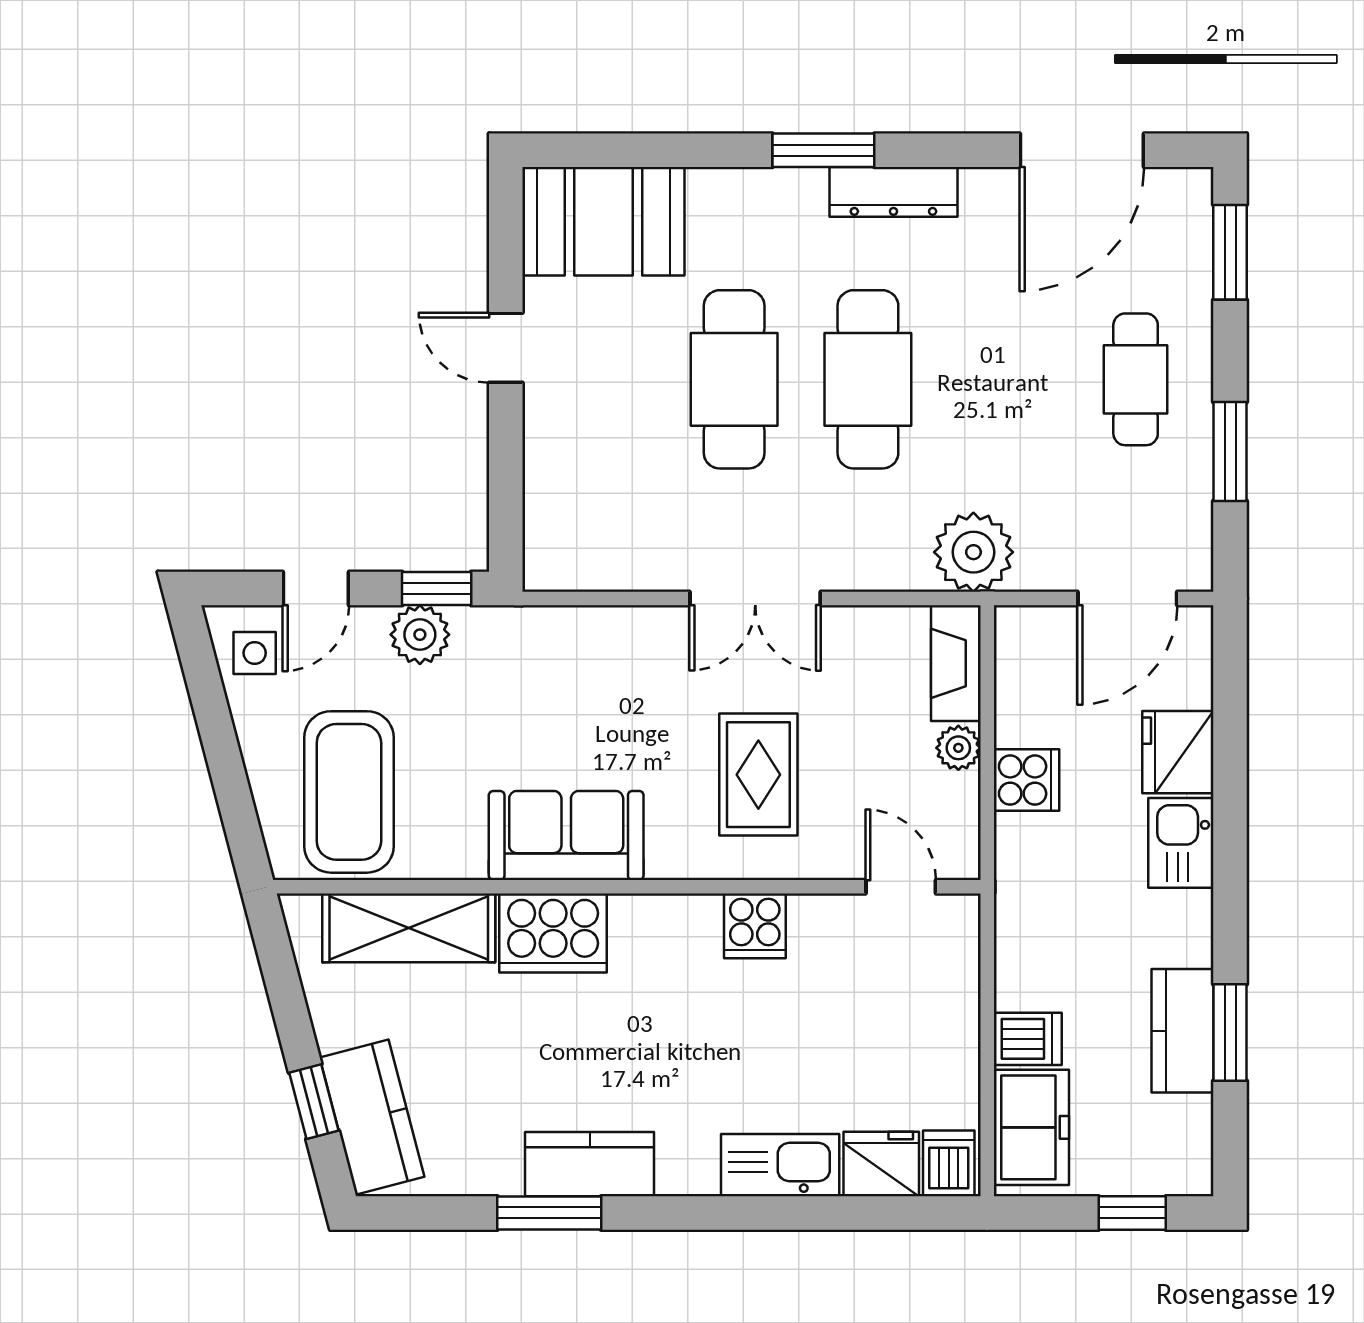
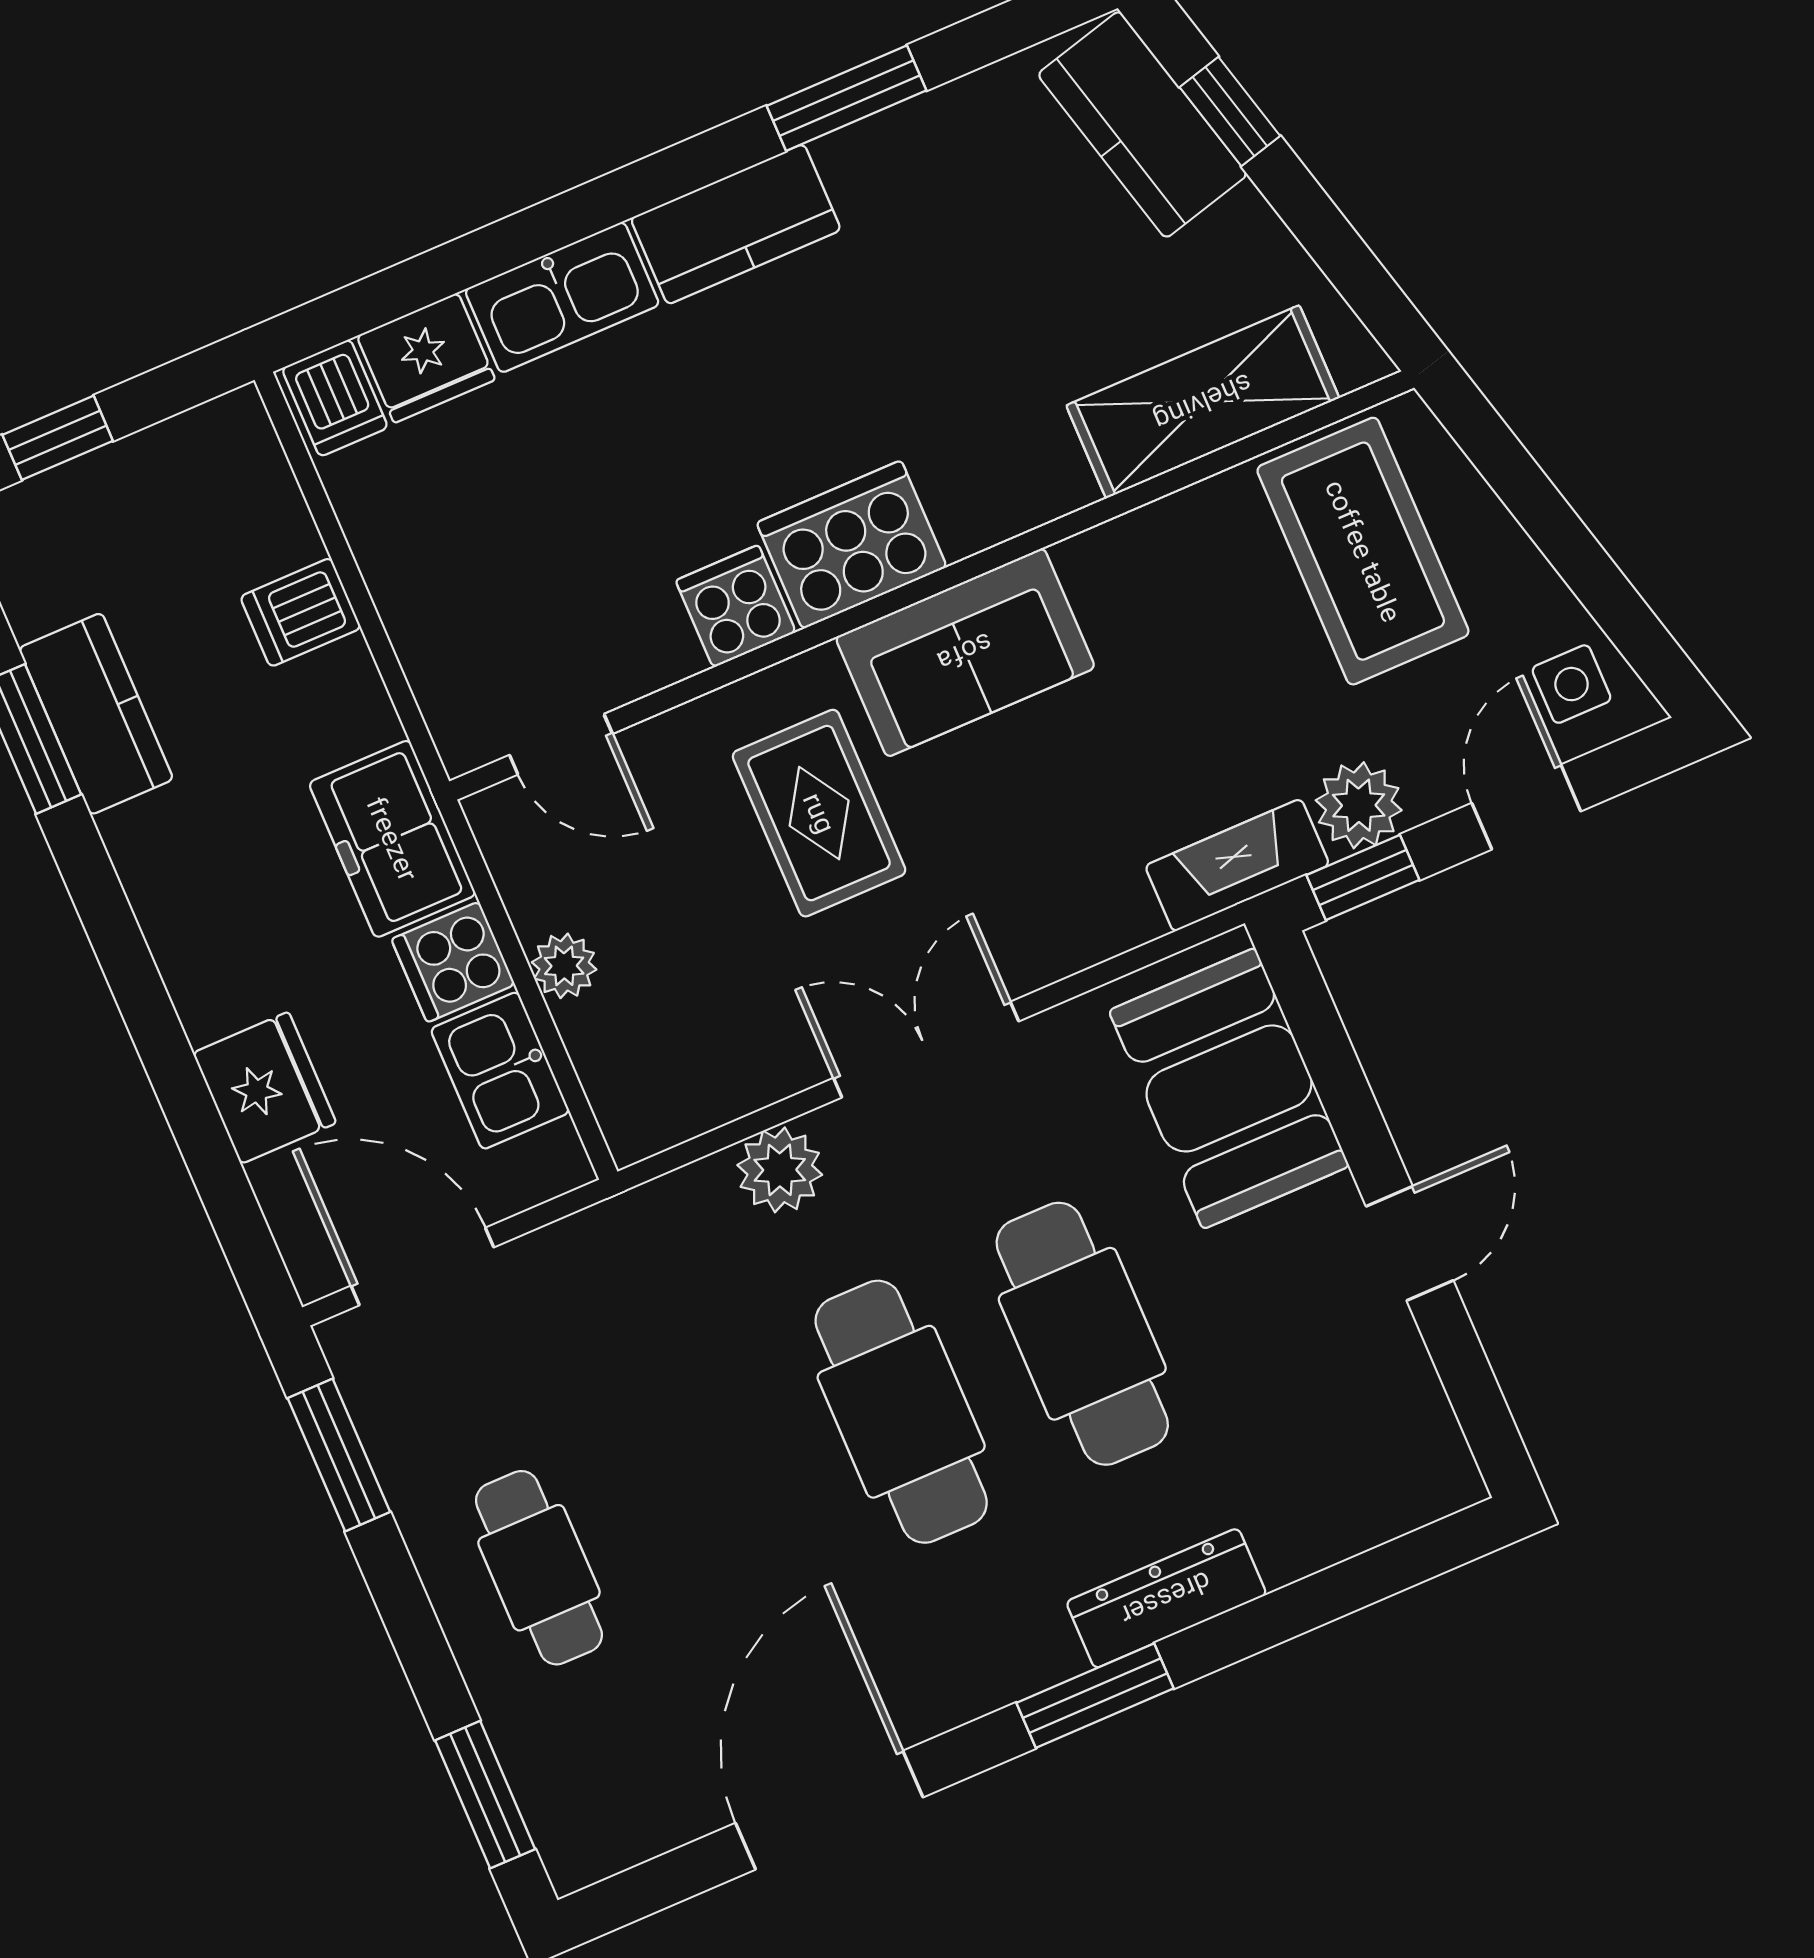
door: (1082, 150) -> (829, 1810), moved
dresser: (893, 192) -> (1166, 1598), moved
booth: (603, 221) -> (1229, 1088), moved, turned 90
door: (506, 348) -> (1410, 1243), hinge flipped
window: (1230, 451) -> (339, 1455), moved
plant: (973, 552) -> (780, 1170), moved, width x0.73, depth x0.73
door: (1127, 598) -> (422, 1266), hinge flipped
fireplace: (956, 663) -> (1237, 865), moved, turned -90
sofa: (566, 835) -> (965, 652), moved
kitchen sink: (1181, 843) -> (500, 1071), moved, turned 180
cooker: (553, 933) -> (852, 545), moved
freezer: (1031, 1127) -> (392, 839), moved
kitchen counter: (590, 1164) -> (736, 224), moved

